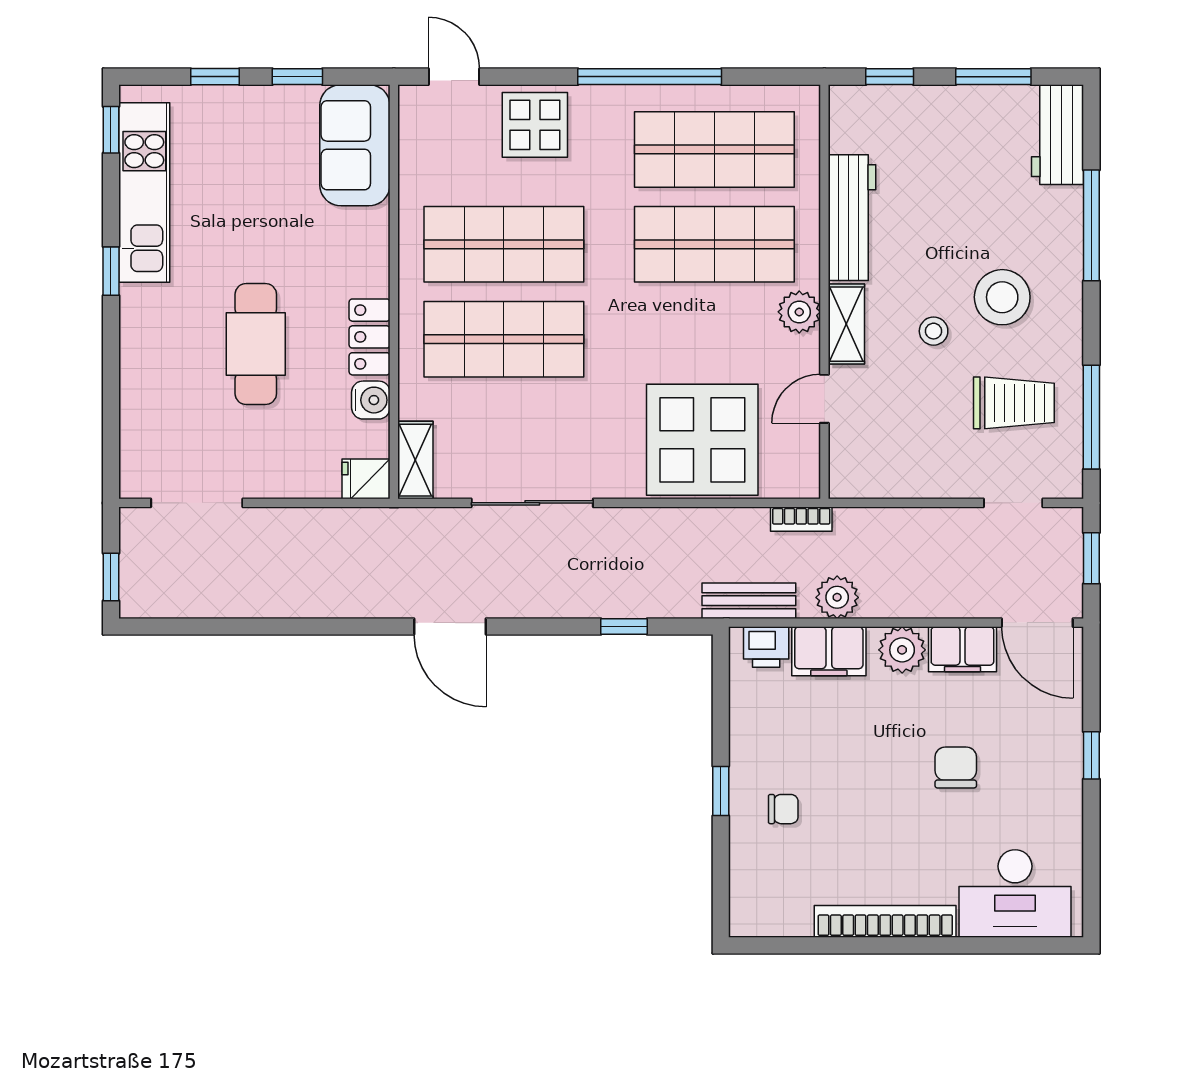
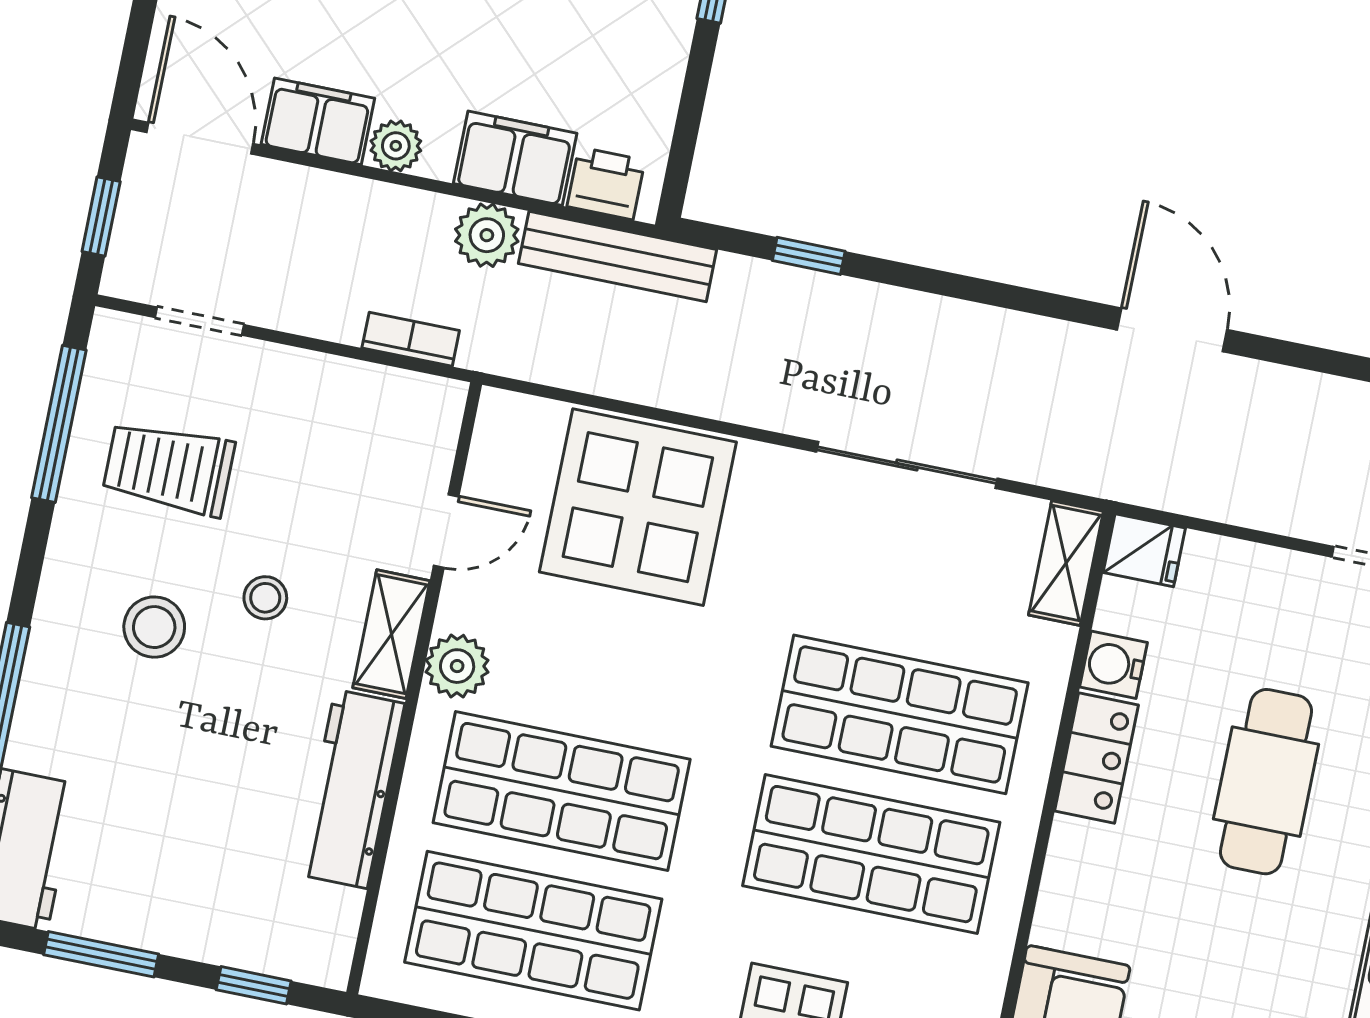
stool: (1002, 297) -> (154, 627), width x0.73, depth x0.73
bookcase: (801, 519) -> (411, 339), moved
bench: (749, 601) -> (618, 257), width x1.36
door: (450, 627) -> (1172, 330), moved
plant: (902, 650) -> (396, 146), width x0.73, depth x0.73

